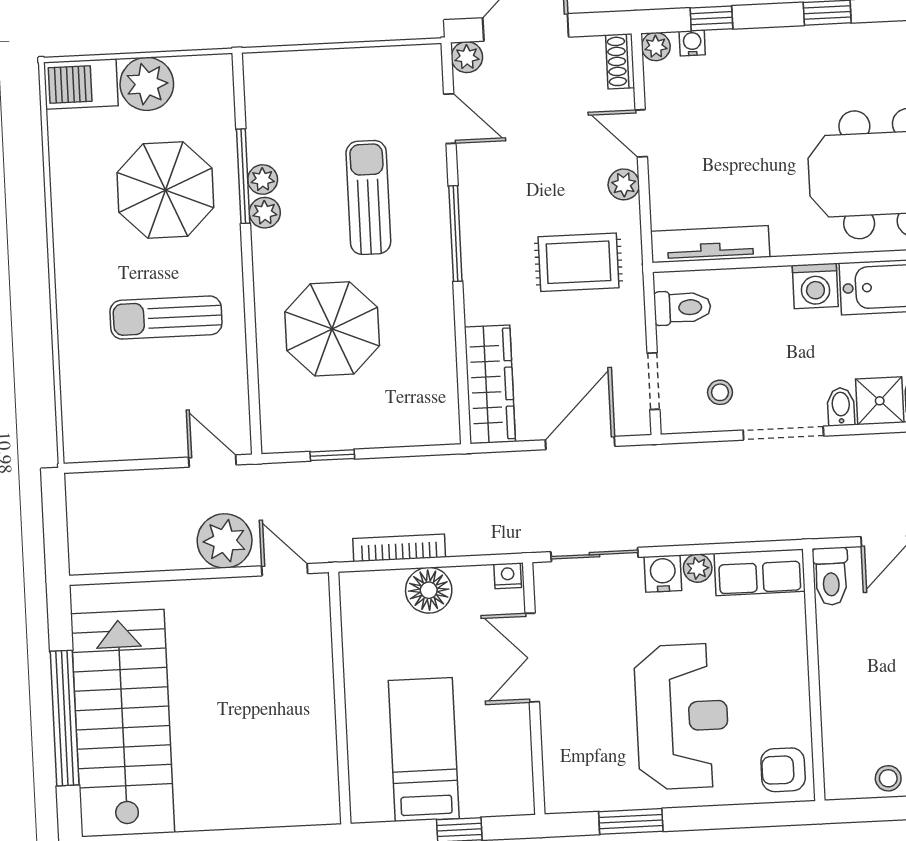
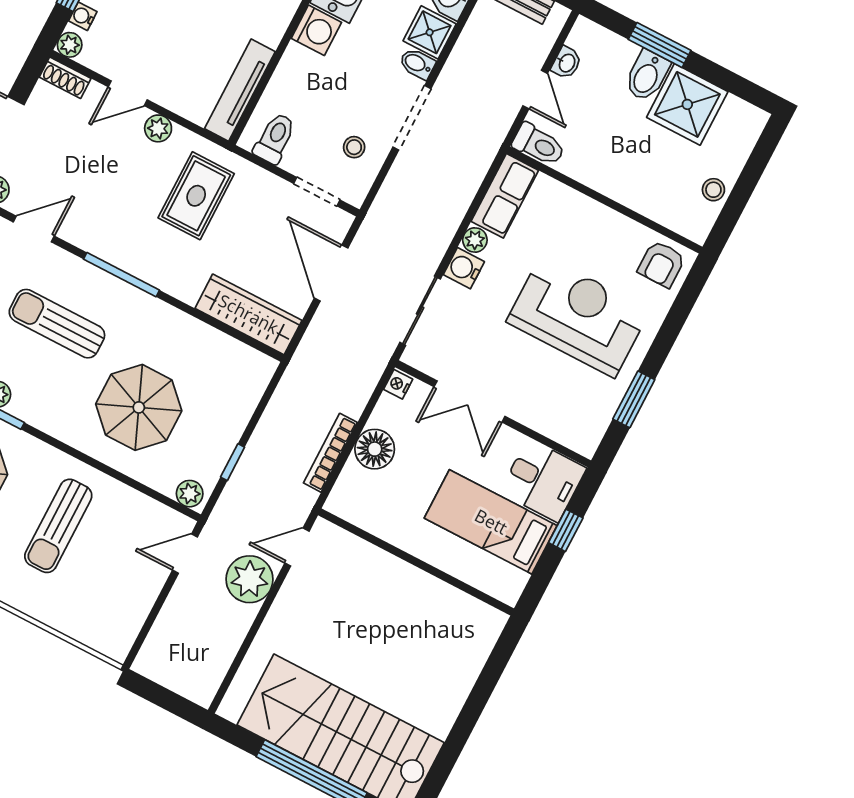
plant: (265, 213) -> (190, 494), moved
desk: (496, 778) -> (543, 480), added

